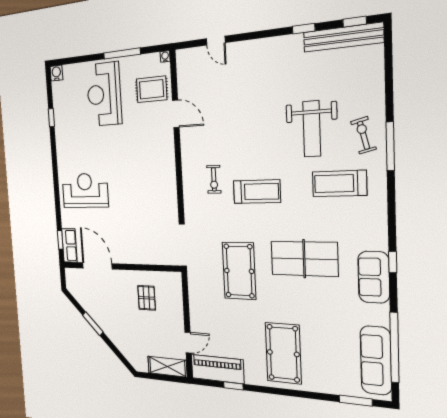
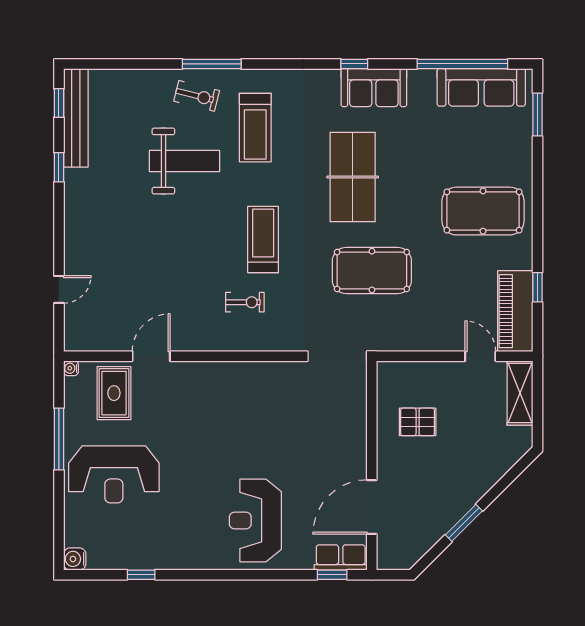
exercise bike: (363, 135) -> (197, 96), turned -152

